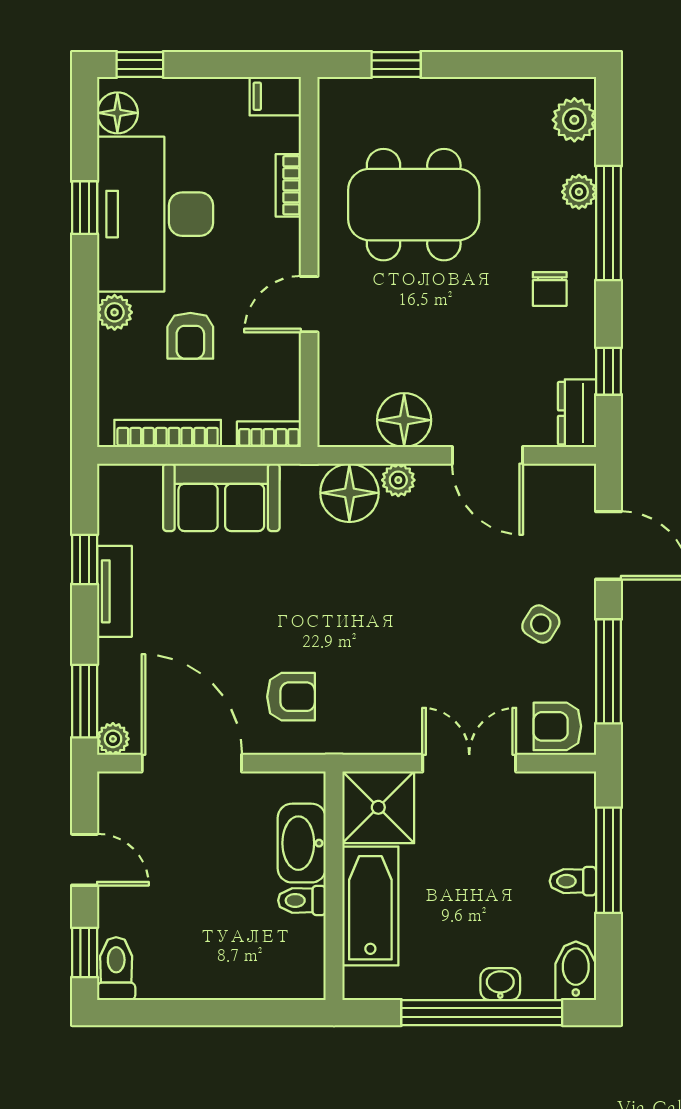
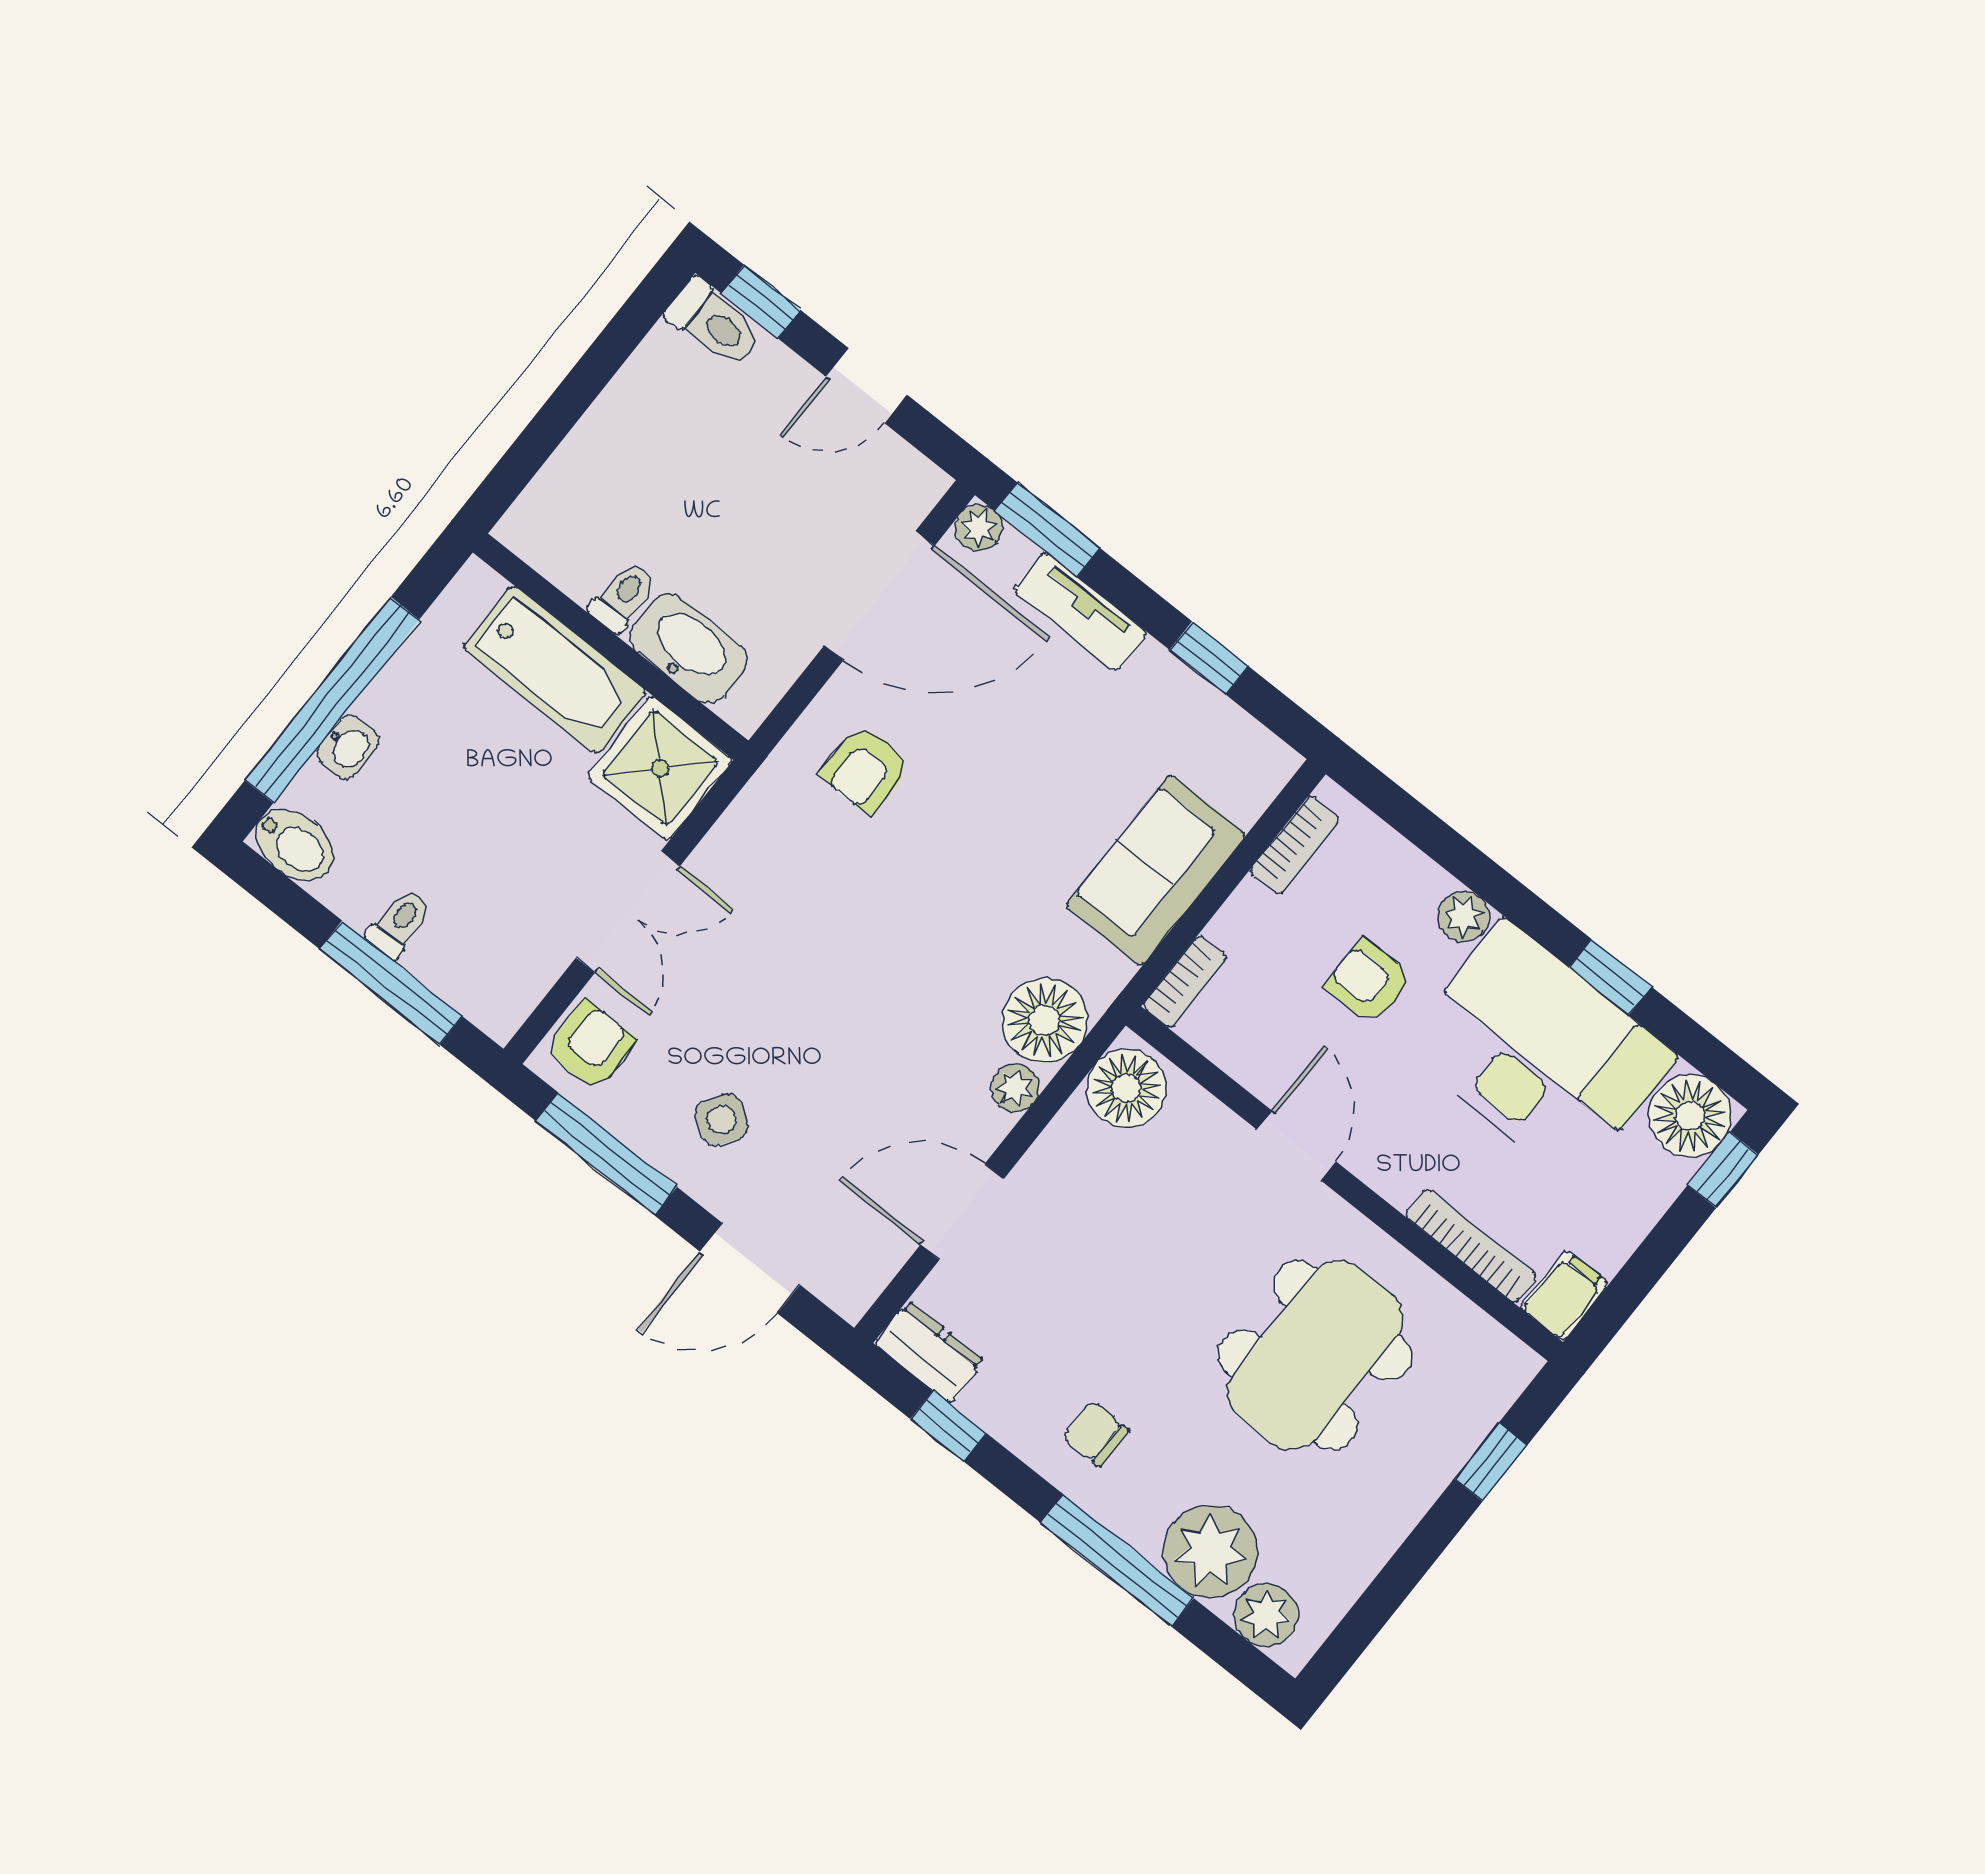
floor lamp: (117, 113) -> (1690, 1116), width x1.38, depth x1.38
bookcase: (288, 185) -> (1471, 1246), width x1.56
plant: (579, 192) -> (1210, 1552), width x1.88, depth x1.88
floor lamp: (404, 420) -> (1126, 1088), moved
bookcase: (168, 433) -> (1295, 845), width x0.64
tv unit: (114, 591) -> (1081, 611), moved

